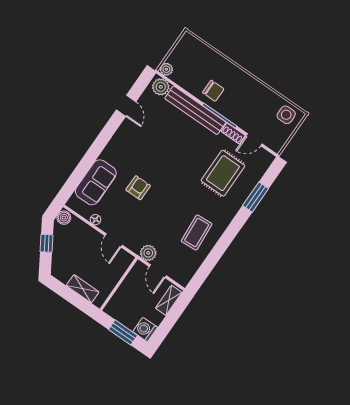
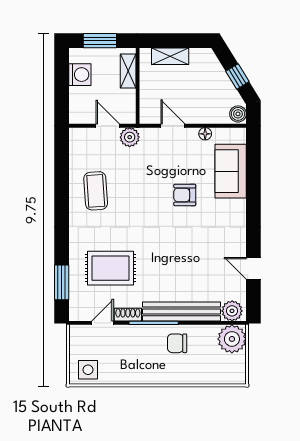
plant: (166, 69) -> (232, 339), width x1.87, depth x1.87
rug: (223, 173) -> (111, 268), turned 90
armchair: (138, 188) -> (185, 195), turned 90
window: (256, 197) -> (62, 282), moved
shelving: (169, 300) -> (128, 71), moved
washing machine: (145, 330) -> (80, 75), moved

